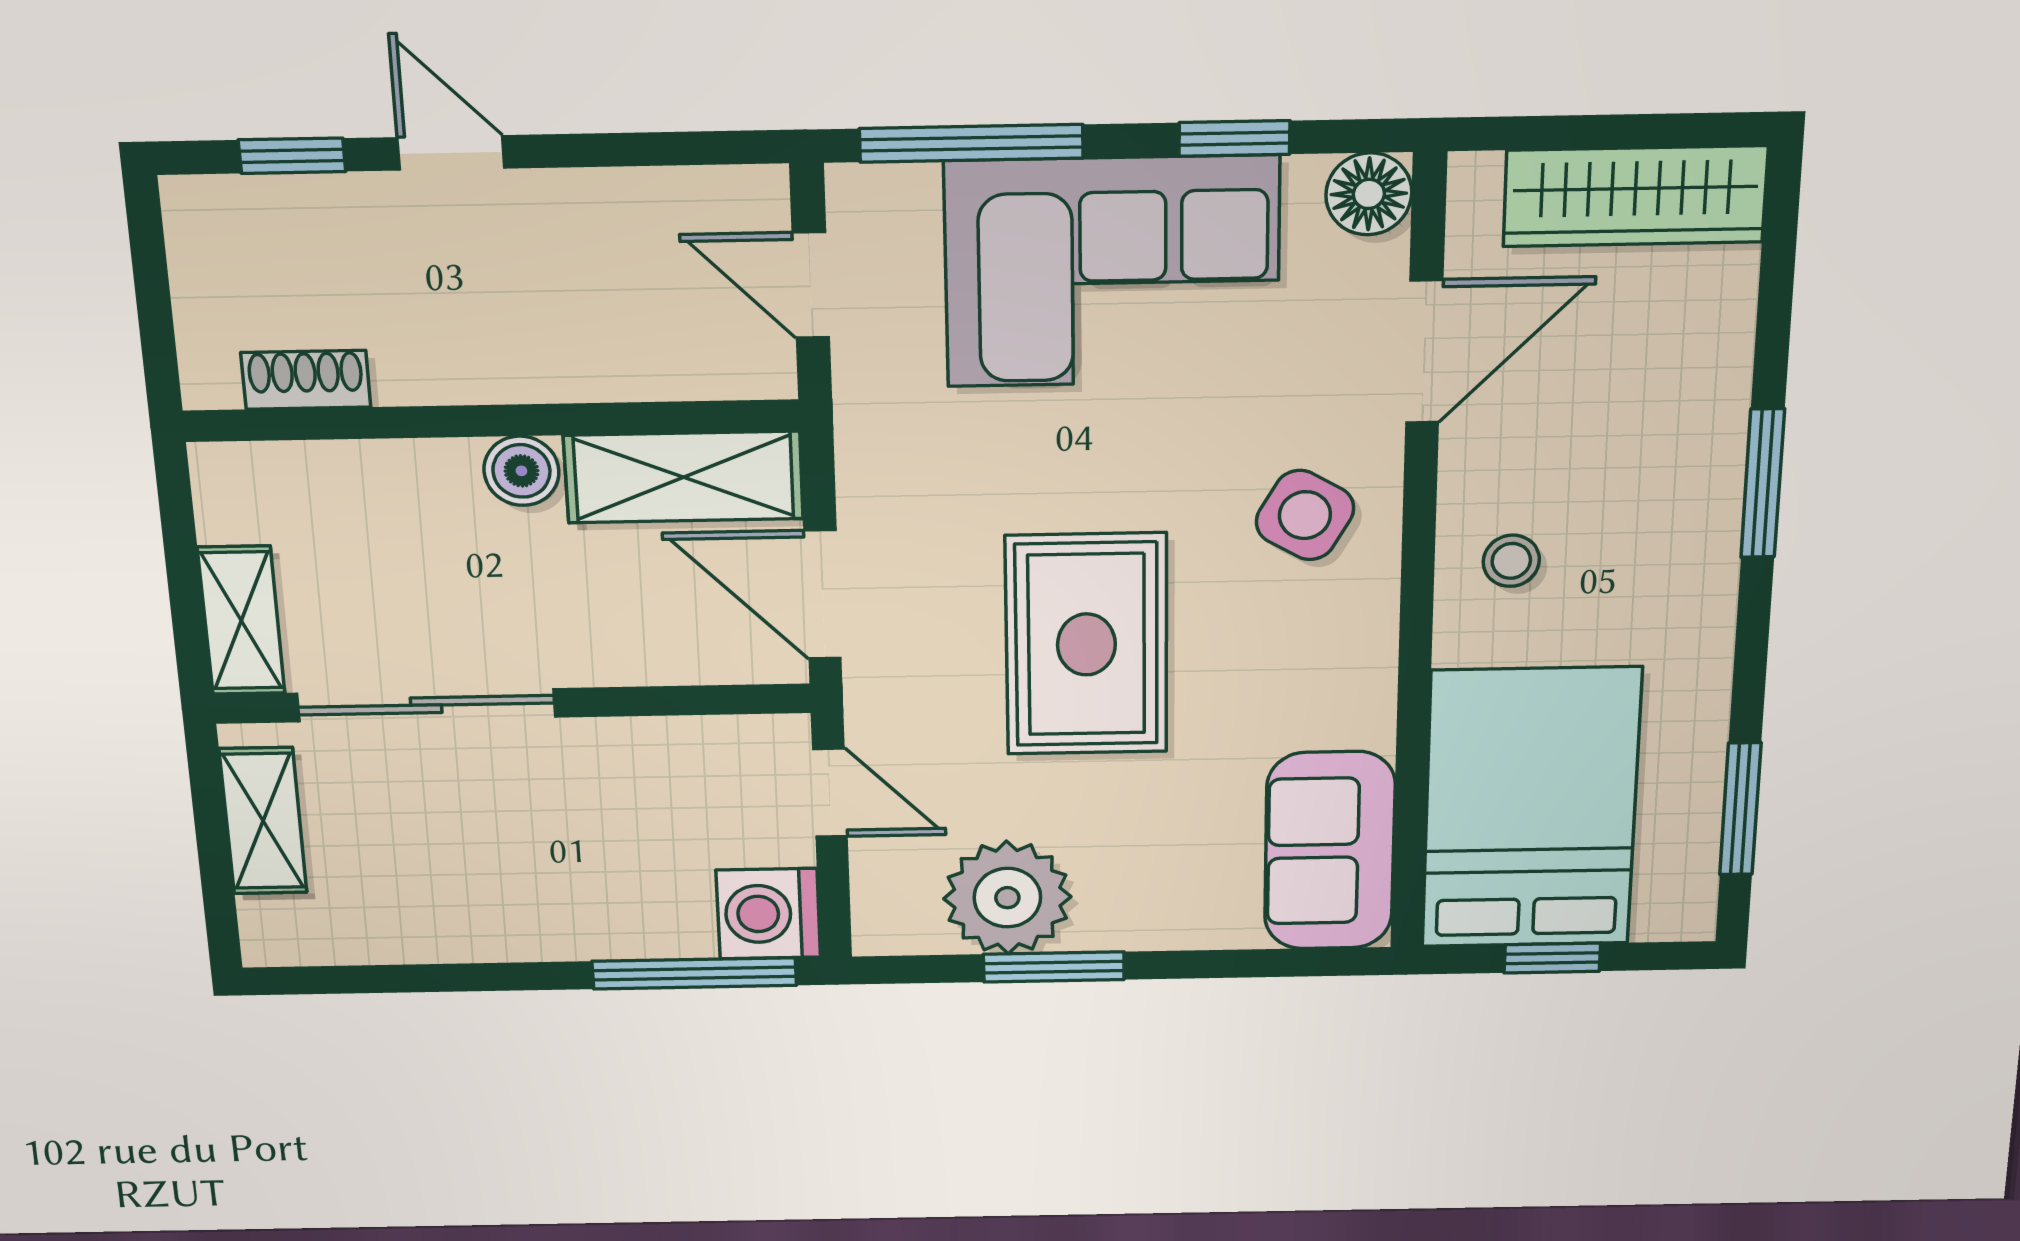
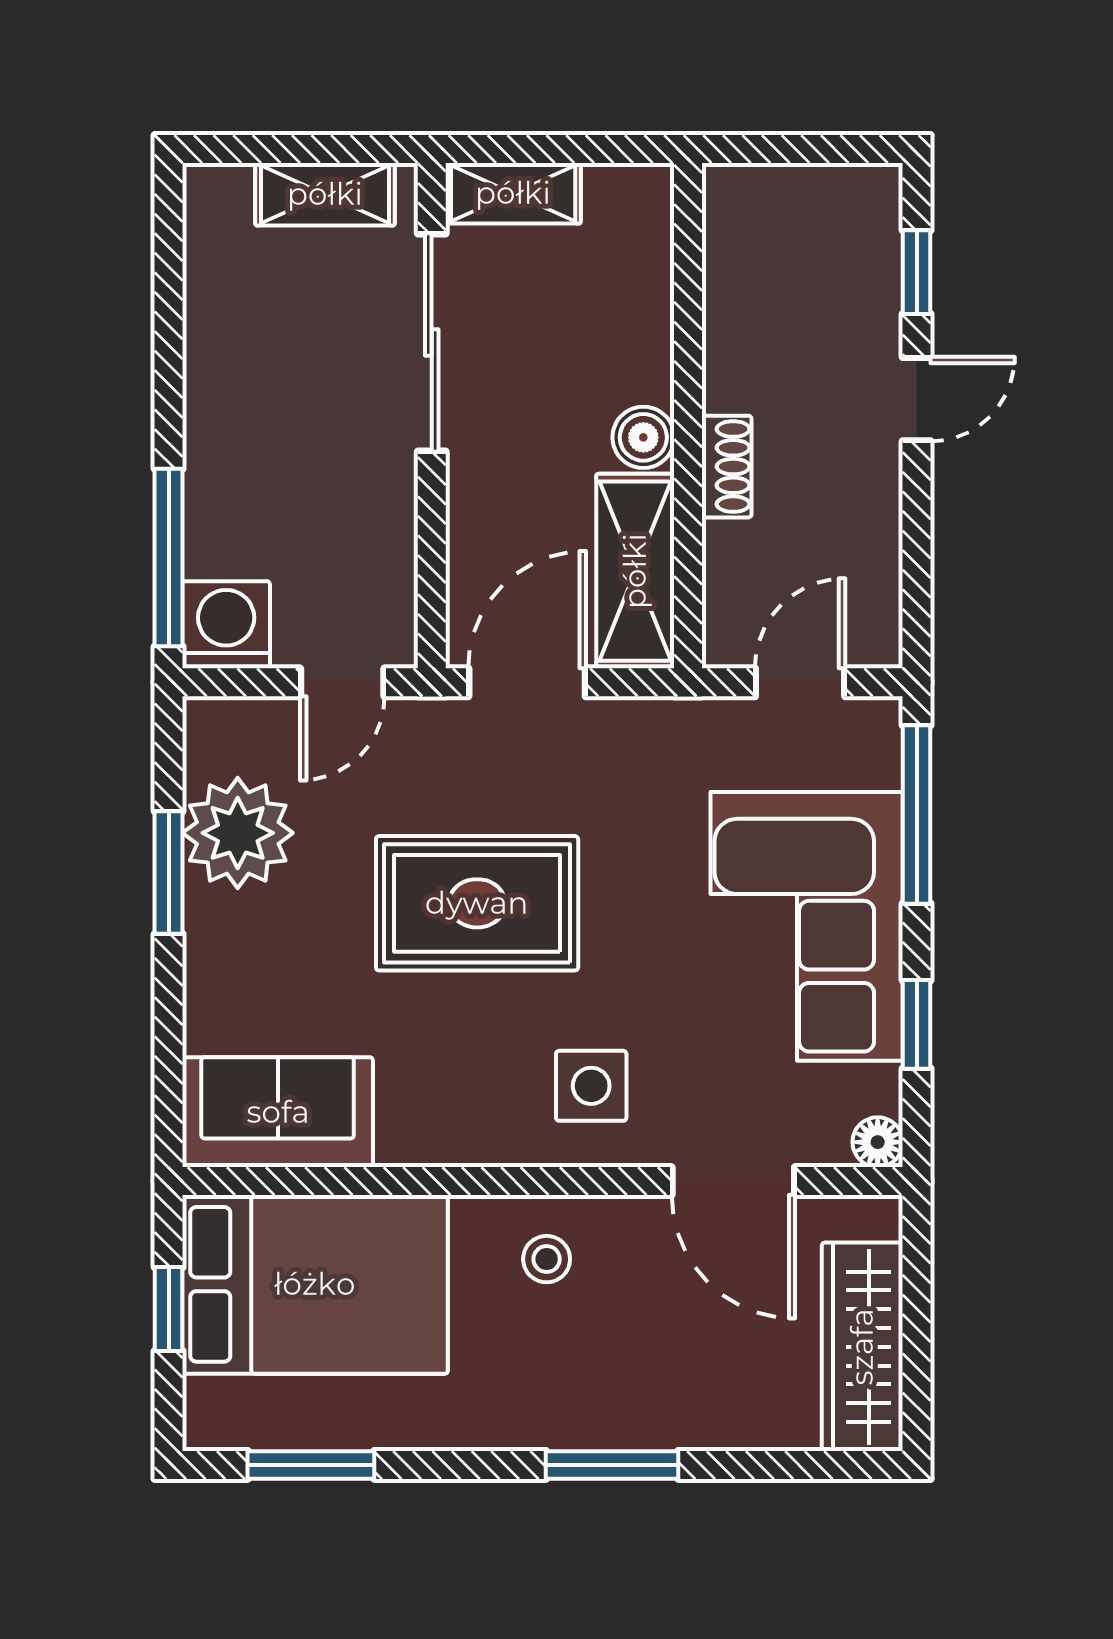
floor lamp: (1369, 194) -> (878, 1142), width x0.73, depth x0.73
shoe rack: (306, 380) -> (727, 467), moved
side table: (1305, 515) -> (591, 1086), turned -30

